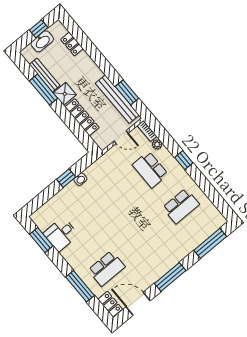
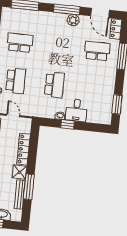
school desk: (113, 201) -> (54, 85), added
desk: (61, 234) -> (77, 110), moved, turned 90
plant: (155, 274) -> (73, 20), added

